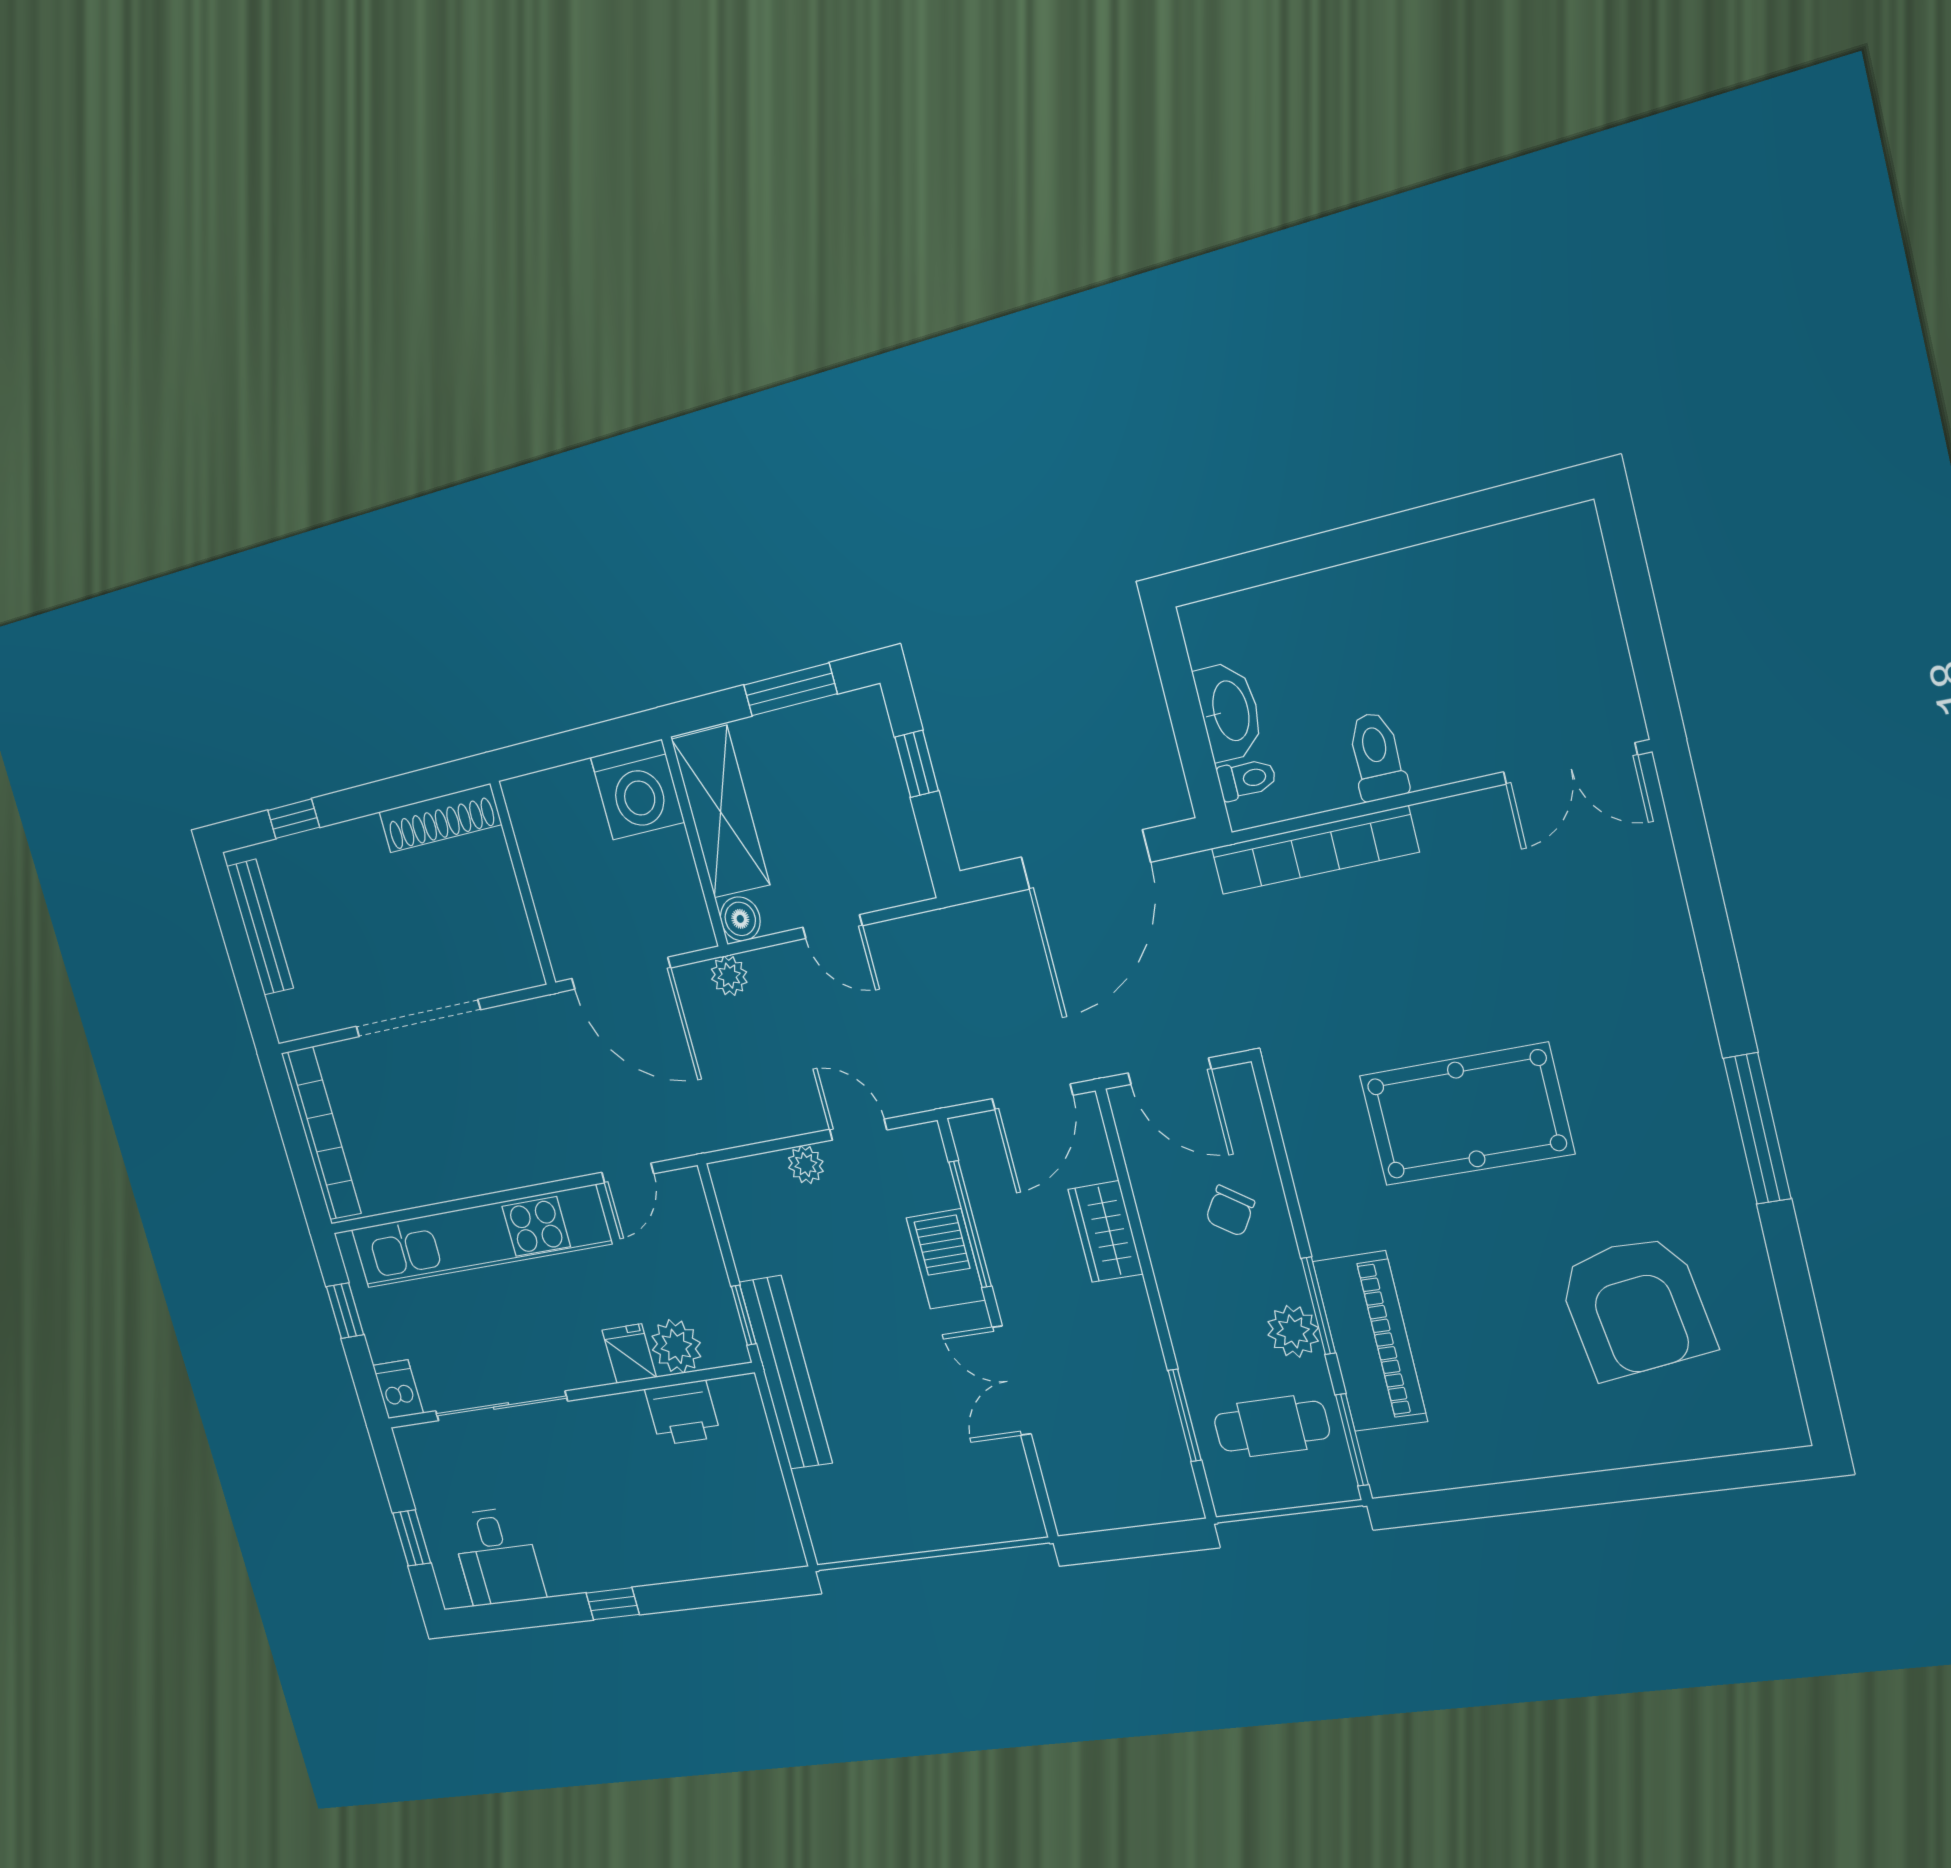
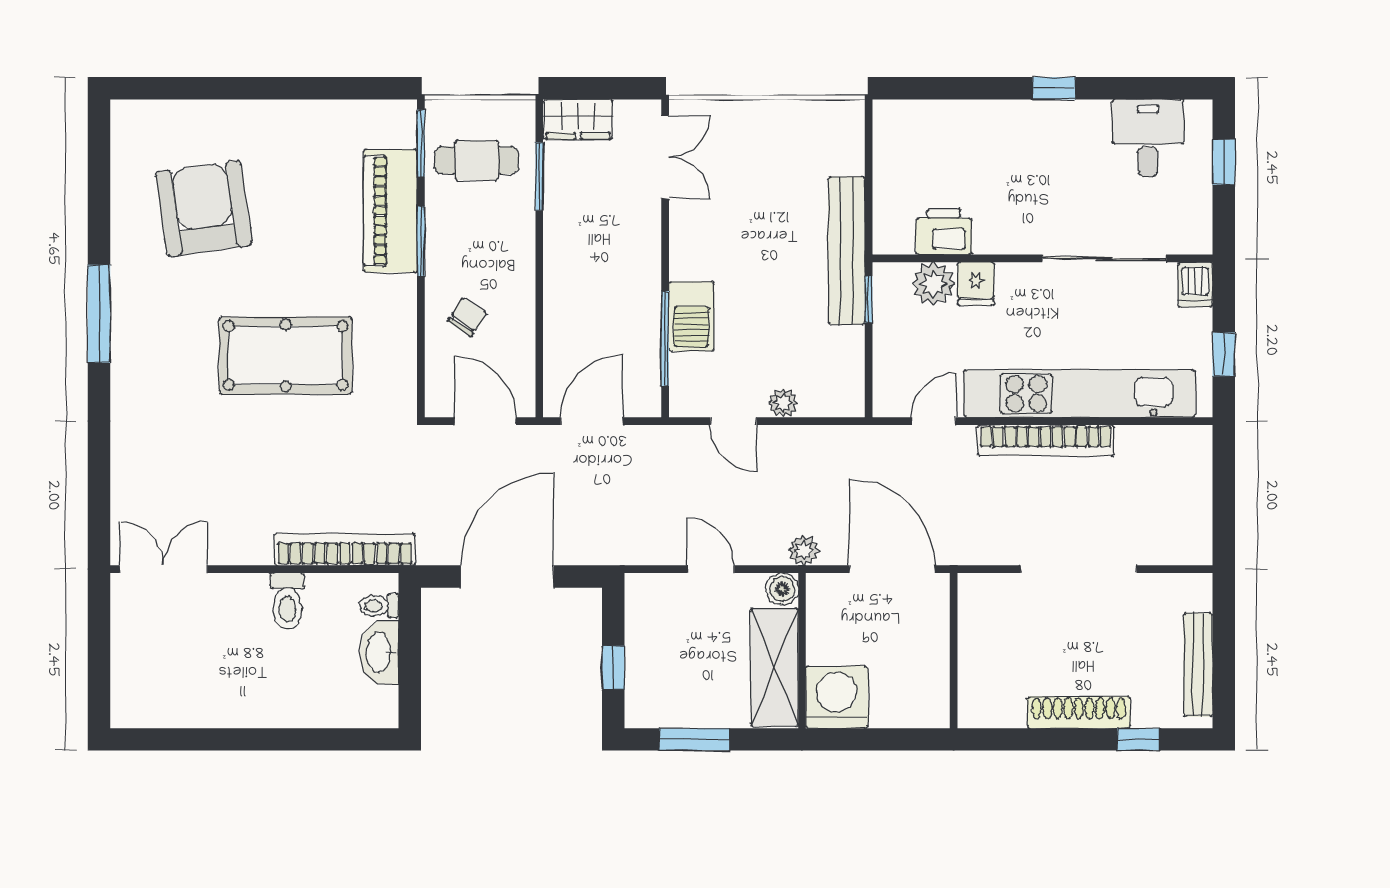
shoe rack: (440, 818) -> (1079, 712), moved
bookcase: (321, 1133) -> (1046, 440), moved, turned -90
wardrobe: (1105, 1232) -> (578, 119), moved, turned 90
plant: (1293, 1331) -> (444, 226), removed
double door: (1012, 1381) -> (665, 157), moved

